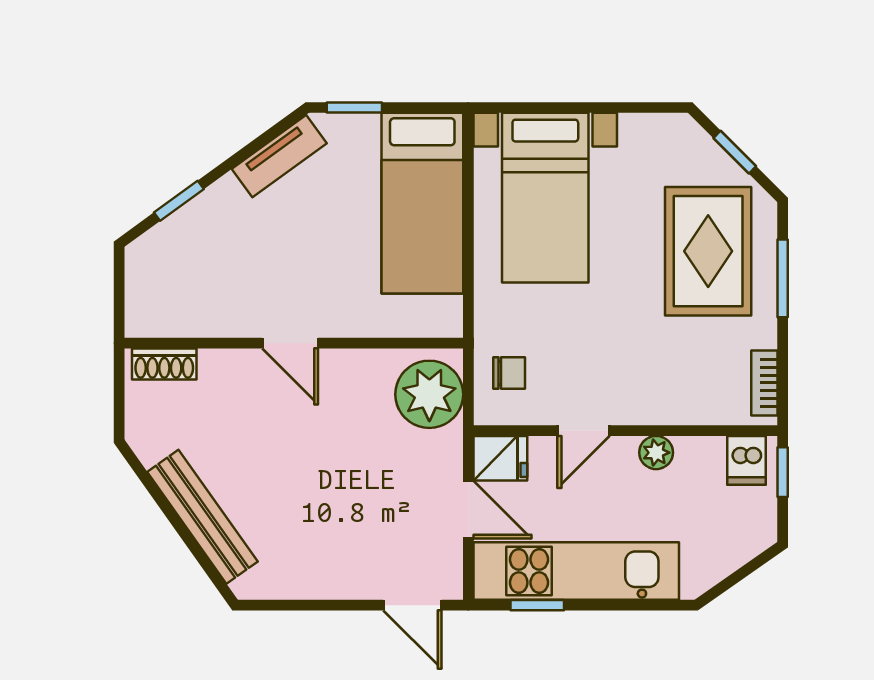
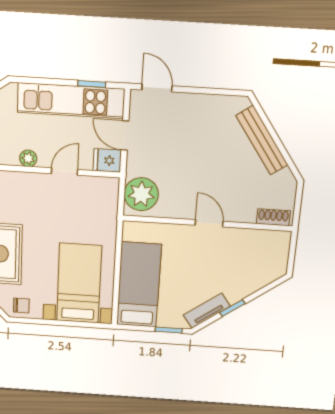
window: (179, 201) -> (232, 308), moved
chair: (509, 373) -> (21, 305), moved, turned 180

